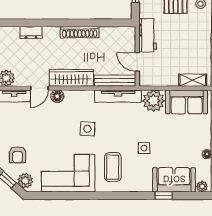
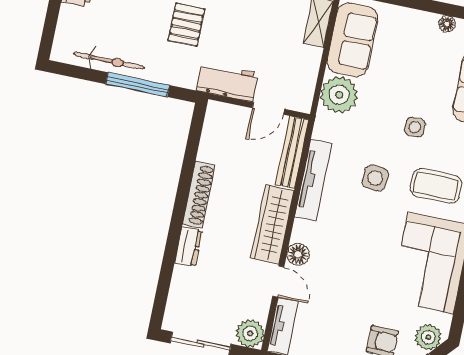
dresser: (31, 33) -> (188, 247), moved
tv unit: (118, 96) -> (313, 180), moved
side table: (87, 129) -> (375, 178), moved

